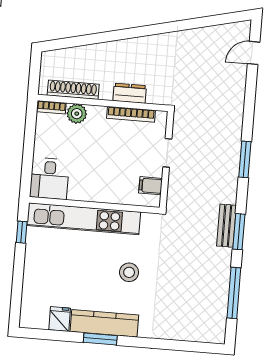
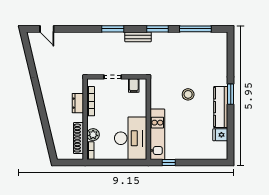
desk: (49, 179) -> (131, 138), width x1.87, depth x1.30
kitchen unit: (84, 219) -> (157, 134), width x0.73
bench: (227, 226) -> (138, 37), moved
window: (100, 339) -> (231, 94), moved

